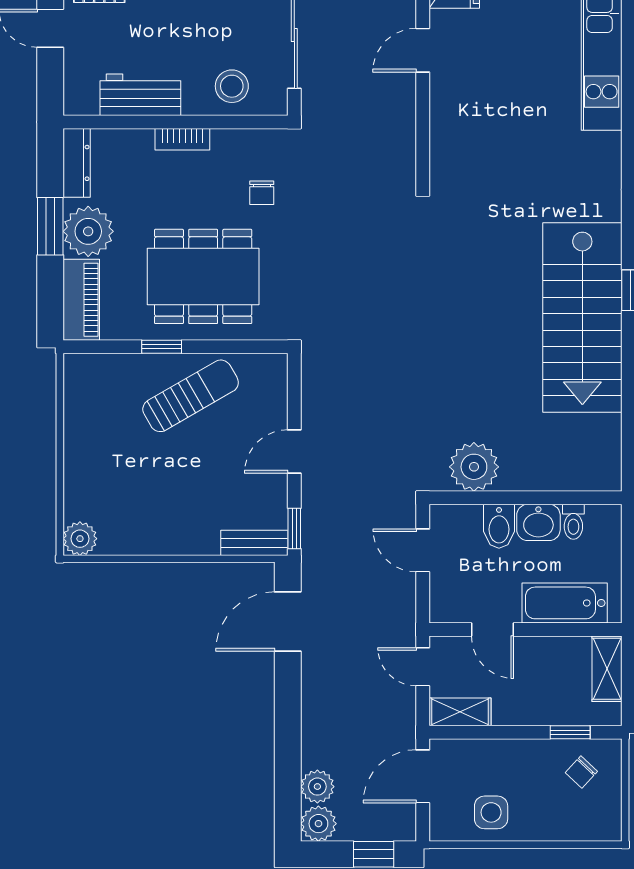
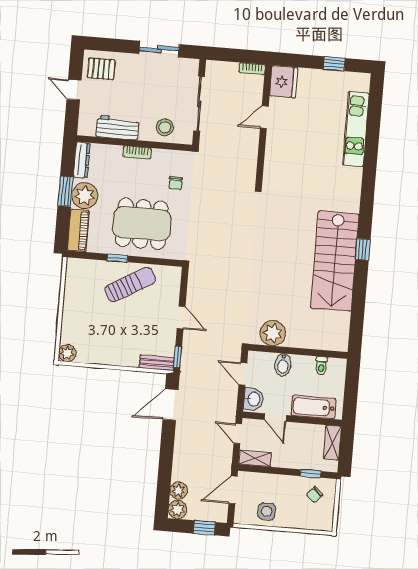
door: (294, 451) -> (181, 318), swing flipped
washbasin: (538, 522) -> (253, 399), moved, turned -90

